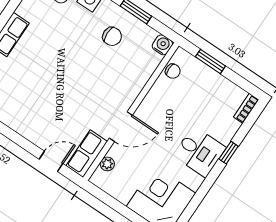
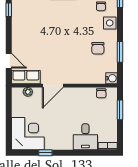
door: (121, 127) -> (53, 86), hinge flipped
desk: (200, 152) -> (85, 137), moved
window: (229, 153) -> (45, 153), moved

